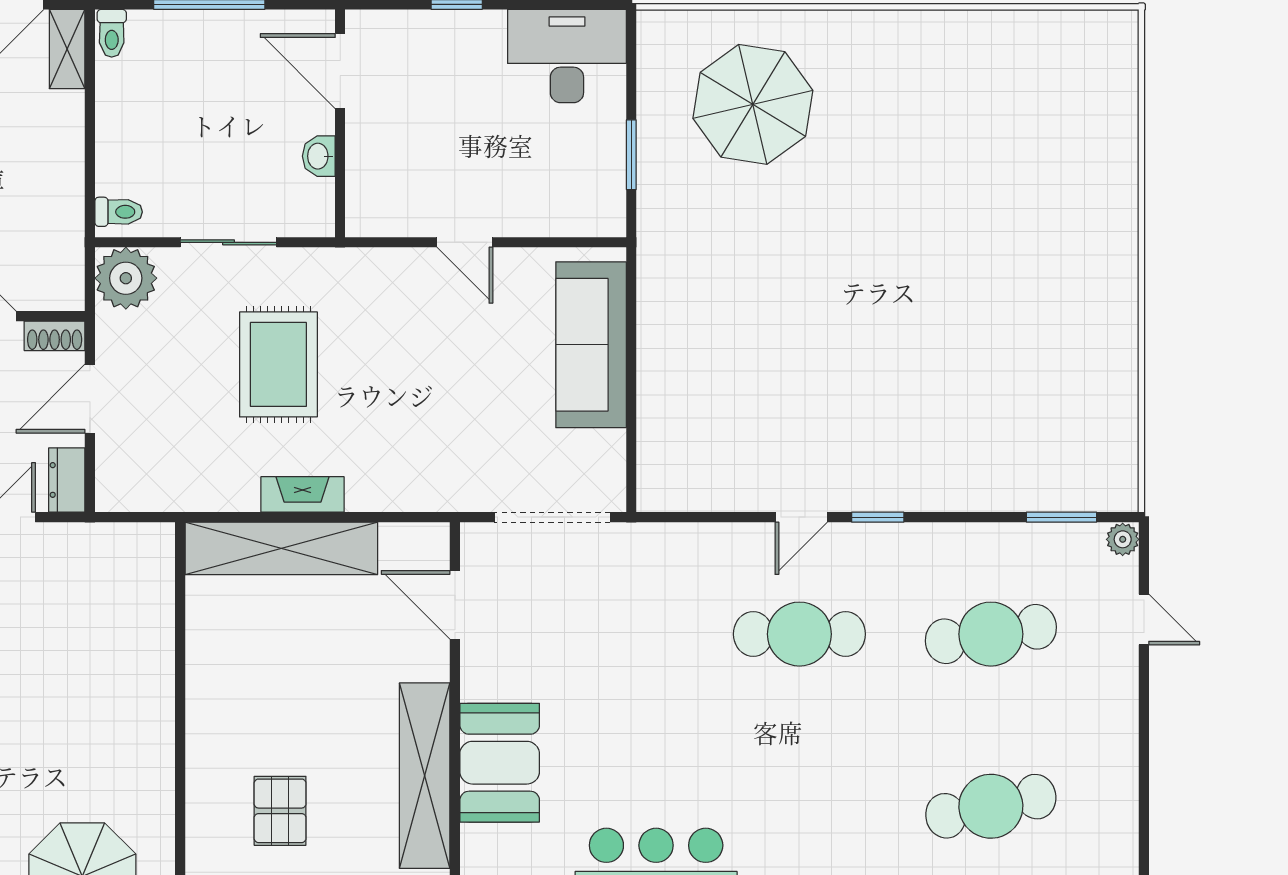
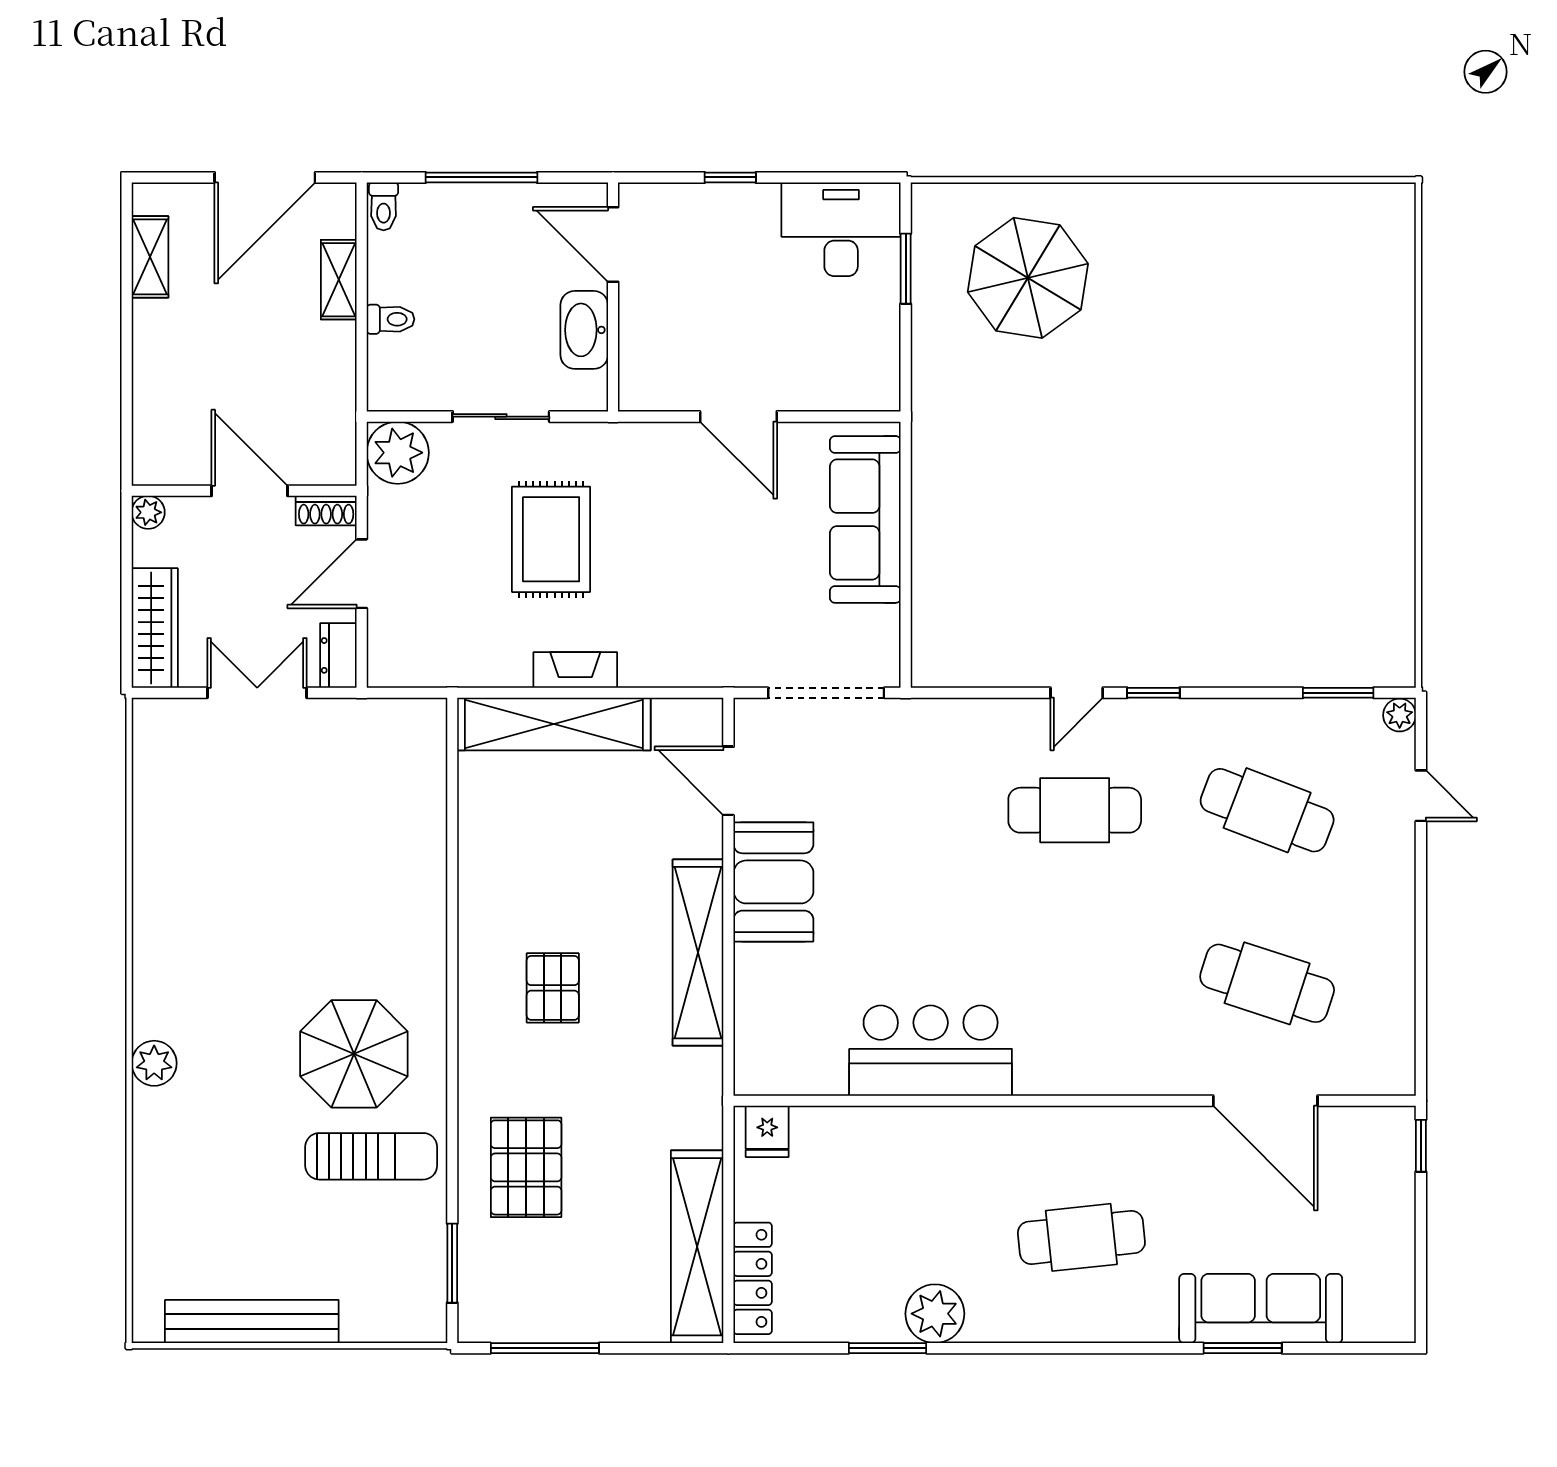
shelving: (67, 49) -> (339, 280), moved
window: (631, 155) -> (906, 269), moved
washbasin: (319, 156) -> (584, 330), width x1.91, depth x1.45
toilet: (119, 212) -> (390, 319), moved
door: (465, 242) -> (738, 417), width x1.38
cafe table: (991, 634) -> (1267, 810), turned 30
booth: (500, 763) -> (773, 882), moved
cafe table: (991, 806) -> (1267, 983), turned 30

